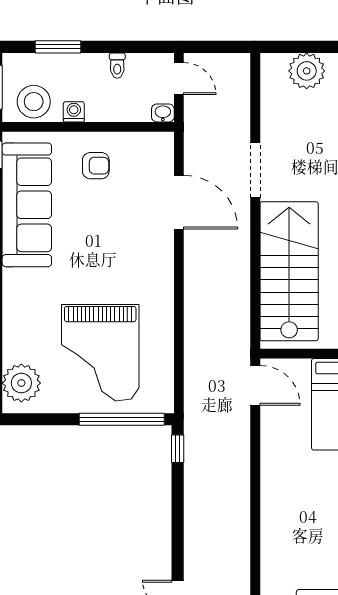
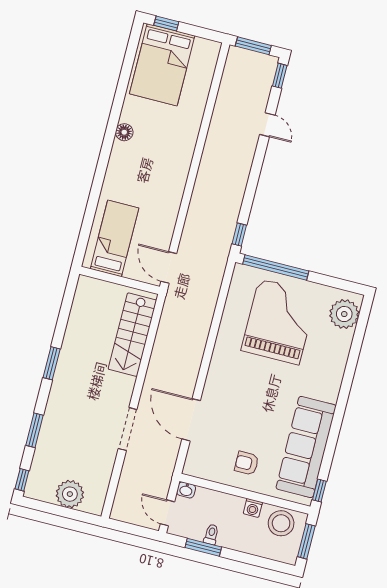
window: (58, 47) -> (203, 547), moved
stairs: (289, 271) -> (132, 335), width x0.73, depth x0.66

